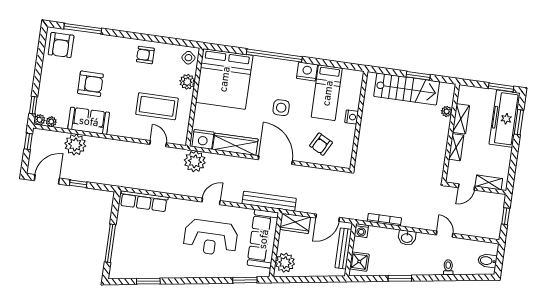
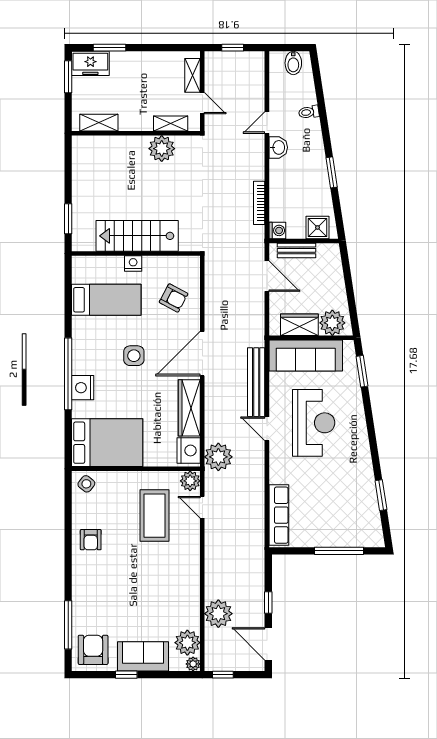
armchair: (61, 45) -> (93, 650), turned -90
nightstand: (307, 71) -> (83, 388), moved
window: (418, 76) -> (68, 219), moved
bed: (224, 79) -> (107, 443), width x0.73
plant: (187, 82) -> (190, 481), moved
armchair: (90, 84) -> (138, 605), removed
stairs: (407, 89) -> (137, 236), moved, turned -90
window: (33, 105) -> (126, 675), moved
plant: (447, 111) -> (162, 149), moved, width x1.88, depth x1.88
shelving: (461, 119) -> (99, 123), moved
freezer: (505, 119) -> (90, 63), width x0.52, depth x0.79
sofa: (89, 121) -> (143, 656), moved, turned 90
plant: (51, 122) -> (187, 643), width x1.87, depth x1.87
door: (158, 144) -> (202, 507), hinge flipped
shelving: (456, 147) -> (171, 124), moved
bench: (269, 201) -> (256, 382), moved
wardrobe: (295, 223) -> (299, 325), moved, turned -90
washbasin: (407, 238) -> (278, 147), moved
bench: (343, 248) -> (297, 250), width x0.73

